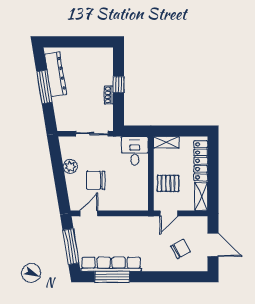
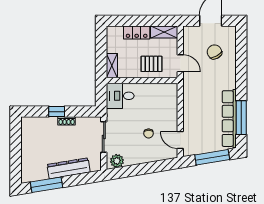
dresser: (56, 74) -> (69, 168), moved
window: (44, 87) -> (46, 185), moved
locker: (201, 161) -> (137, 33), width x0.66
plant: (70, 166) -> (117, 161), moved
chair: (96, 180) -> (149, 133), width x0.54, depth x0.54
pallet: (168, 183) -> (151, 64), turned 90

